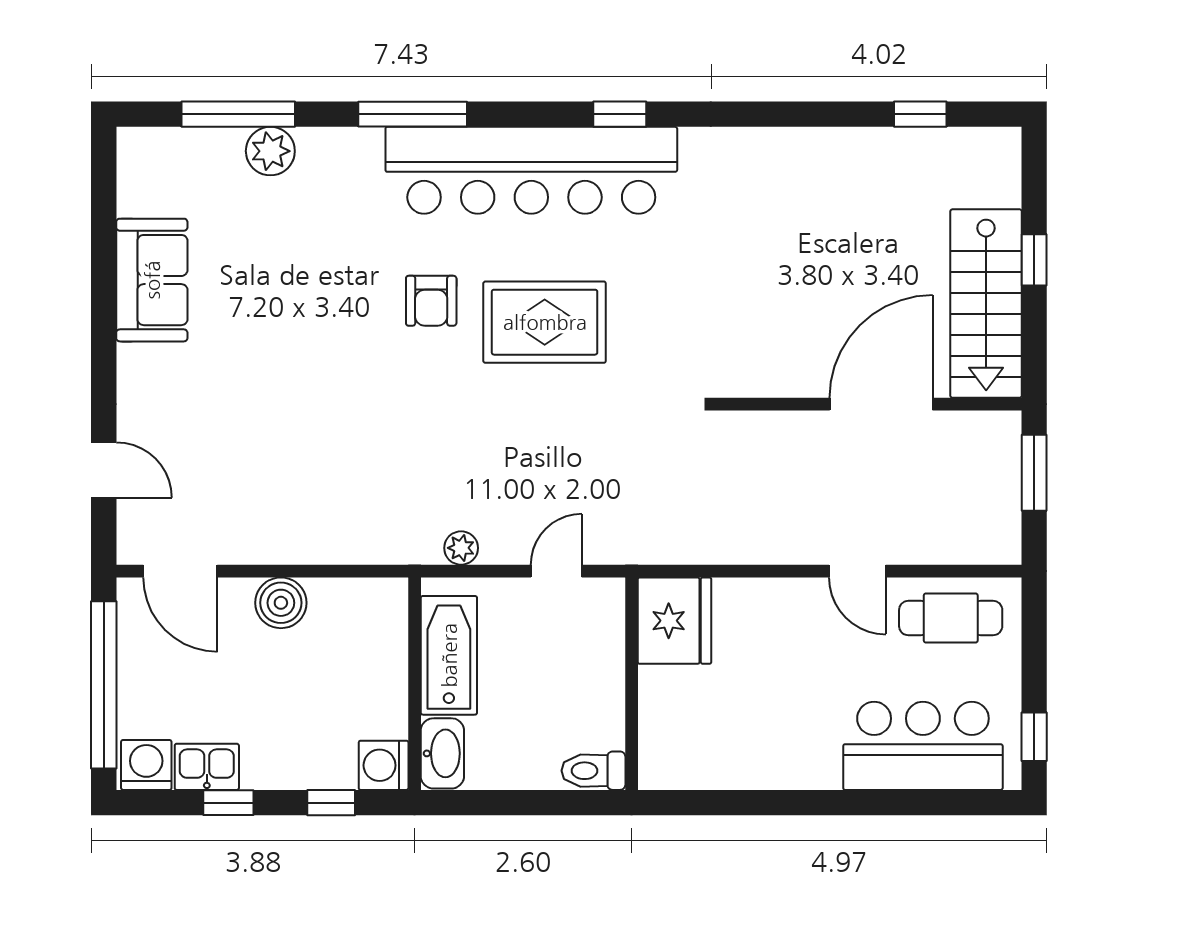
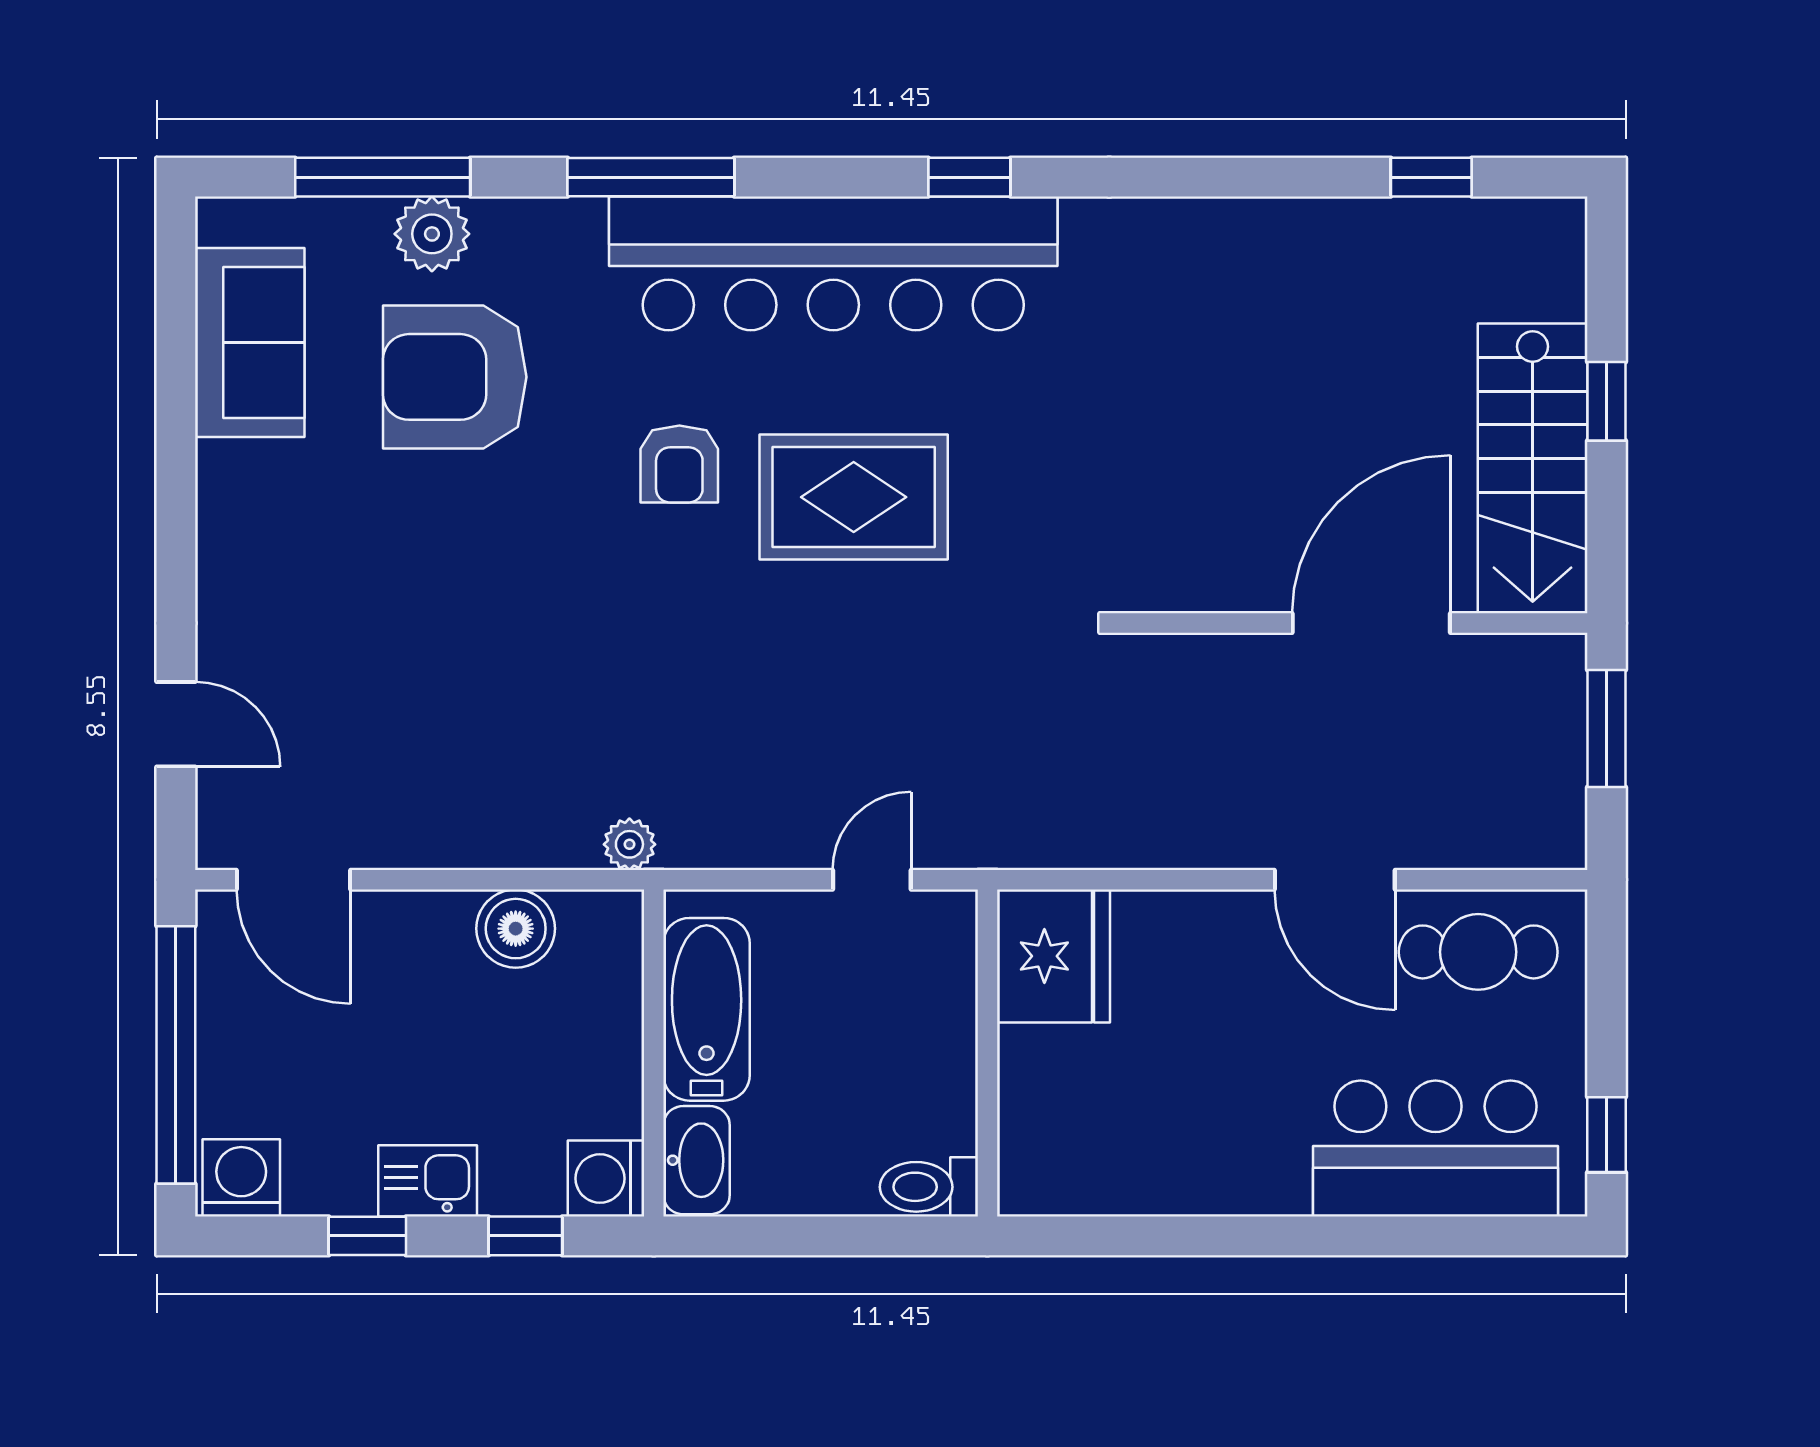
armchair: (285, 244) -> (455, 377), added
sofa: (152, 280) -> (250, 342), moved
plant: (461, 548) -> (629, 844), moved
door: (857, 571) -> (1335, 880), width x1.37
boiler: (281, 603) -> (516, 929), moved
kitchen sink: (207, 767) -> (428, 1181), moved

